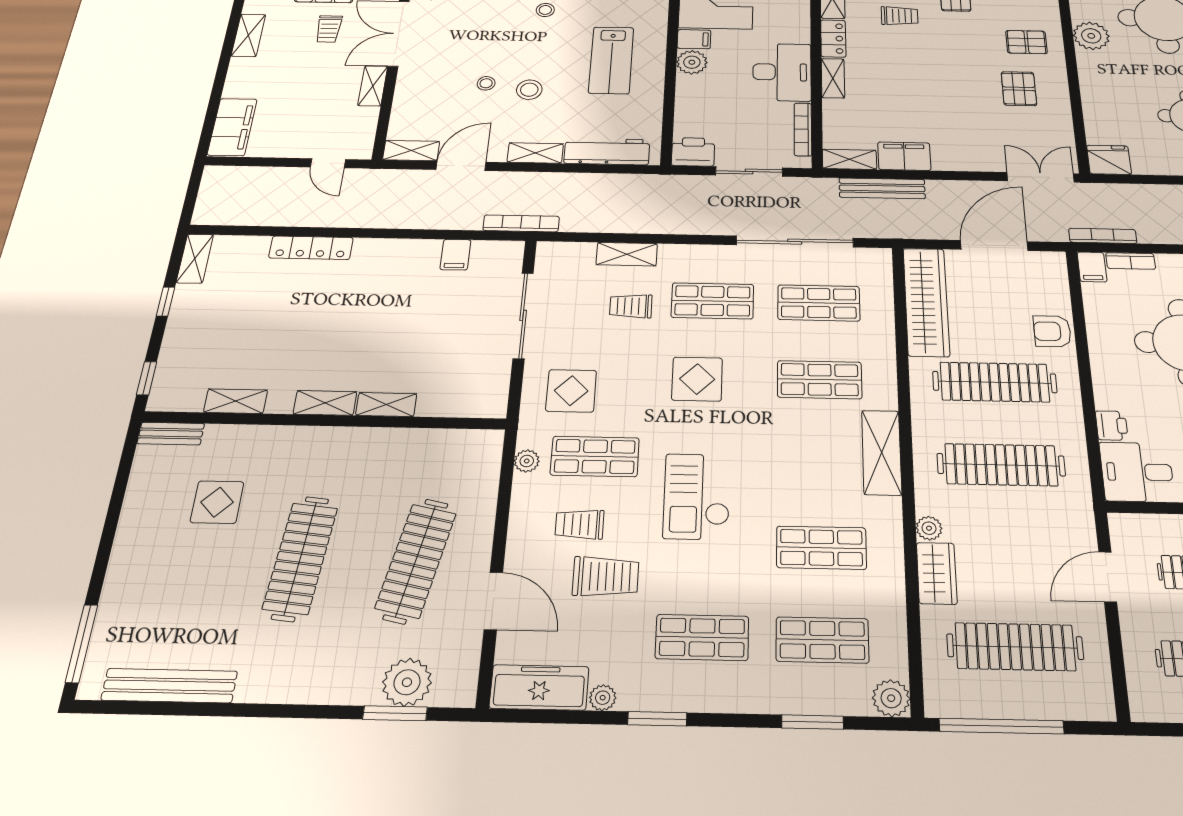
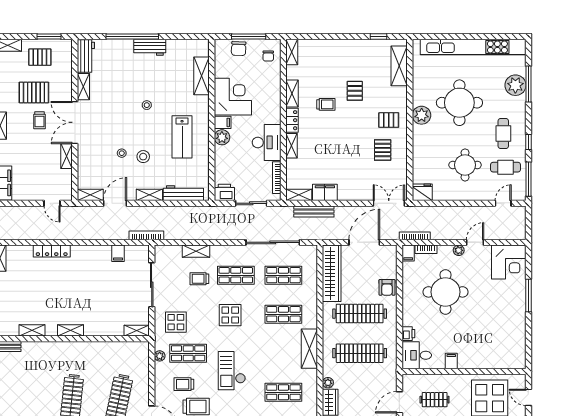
armchair: (1052, 331) -> (387, 287), turned -90
shelving: (386, 405) -> (137, 331), moved
display table: (217, 502) -> (33, 378), removed

